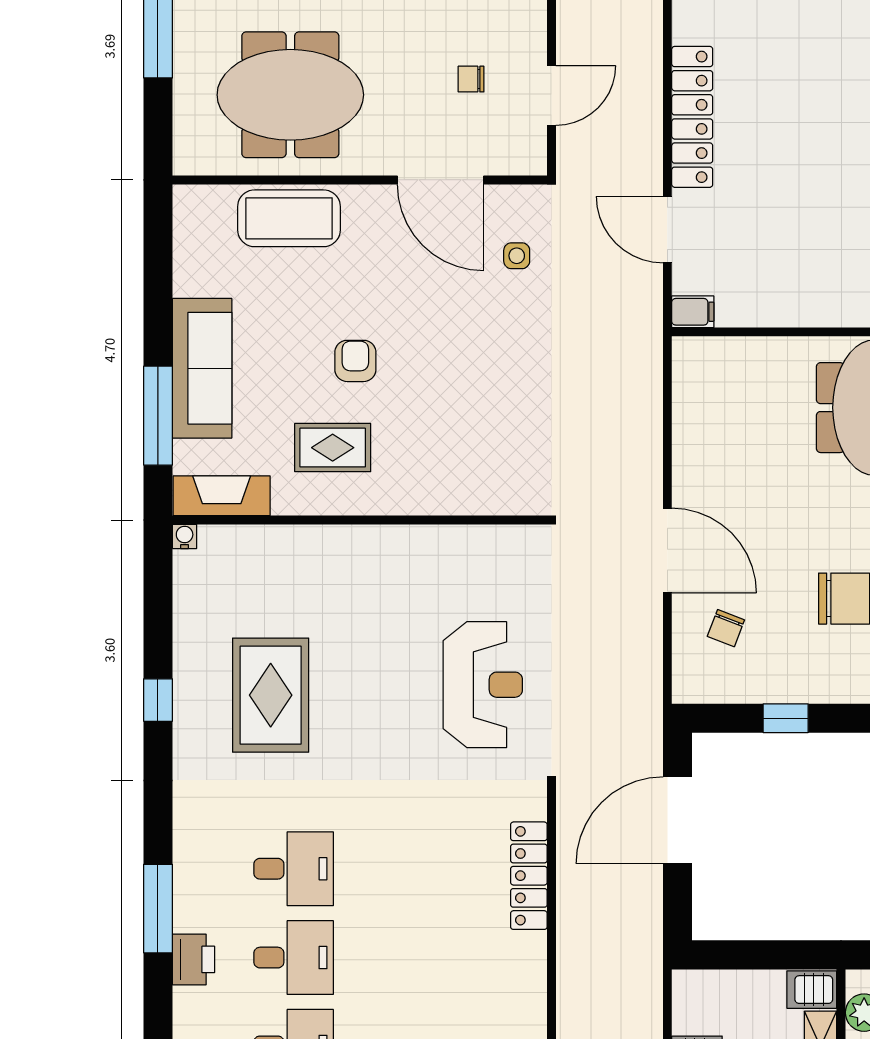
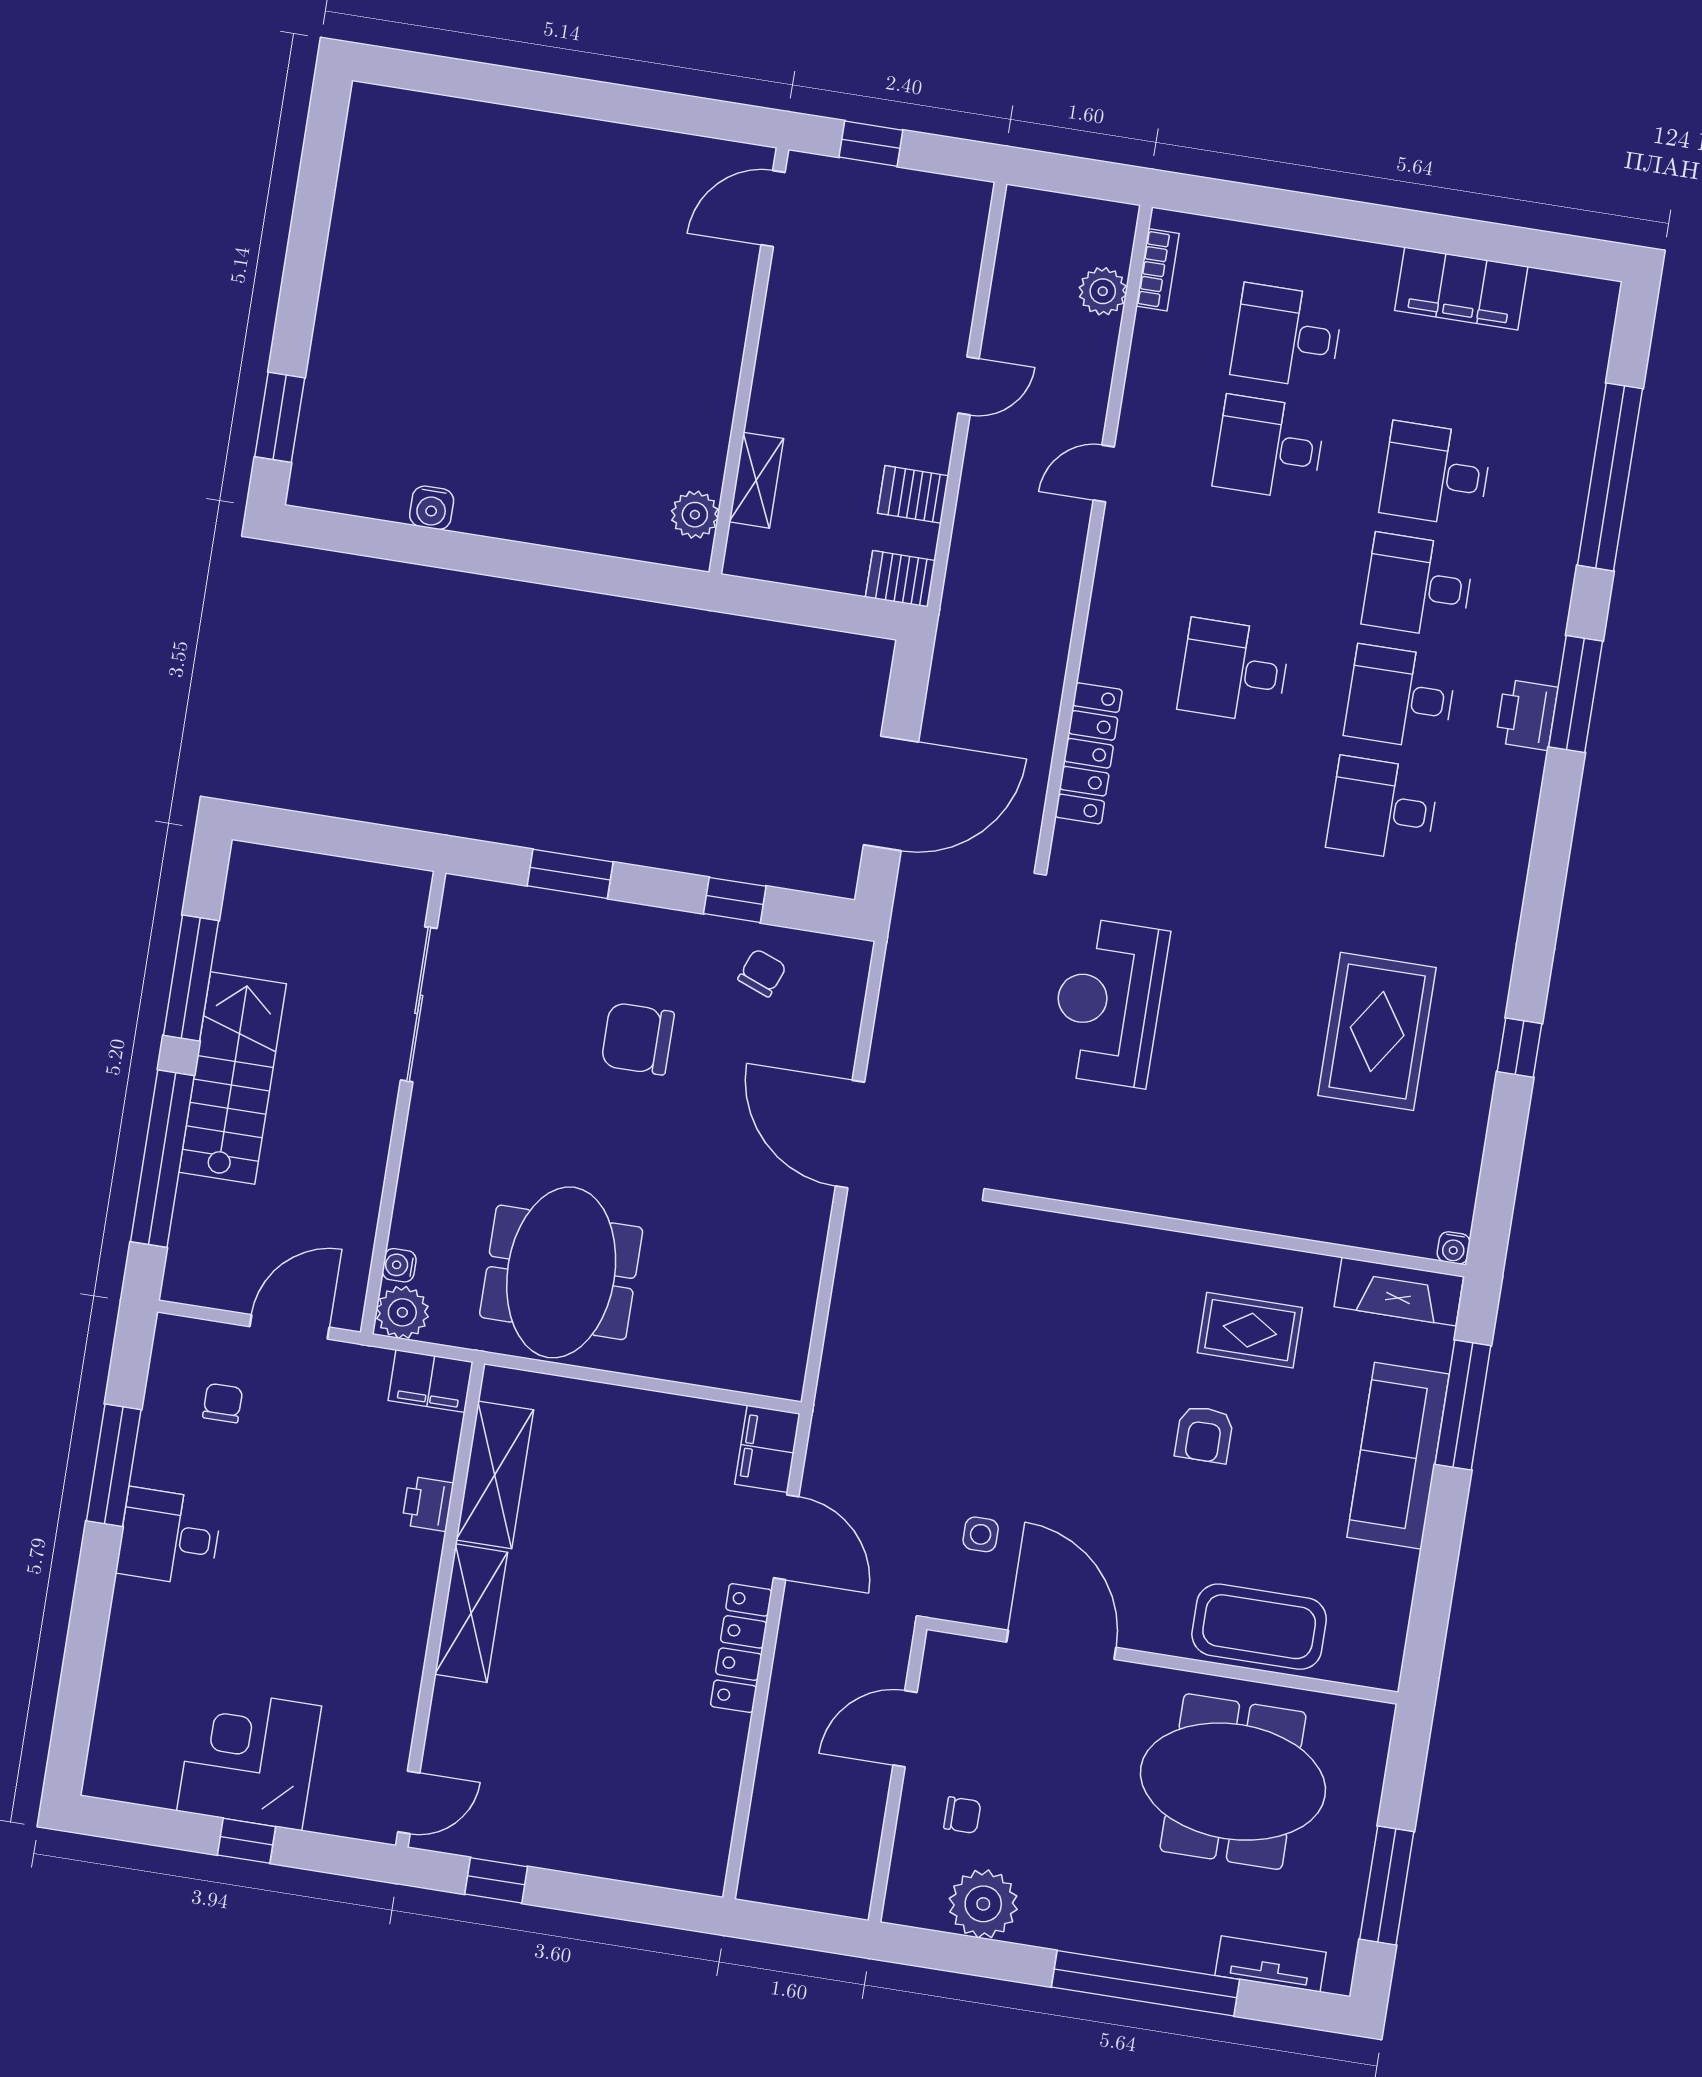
chair: (471, 79) -> (962, 1815), moved
locker: (692, 117) -> (741, 1648), width x0.71, depth x0.83
filing cabinet: (693, 312) -> (767, 1449), width x2.00
chair: (726, 628) -> (762, 973), moved
window: (158, 909) -> (1576, 694), moved
desk: (426, 958) -> (1234, 671), added
server rack: (812, 990) -> (900, 579), moved, turned 180

